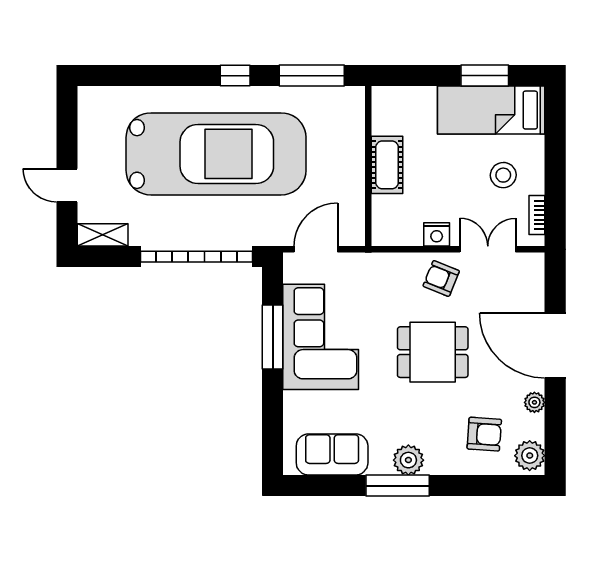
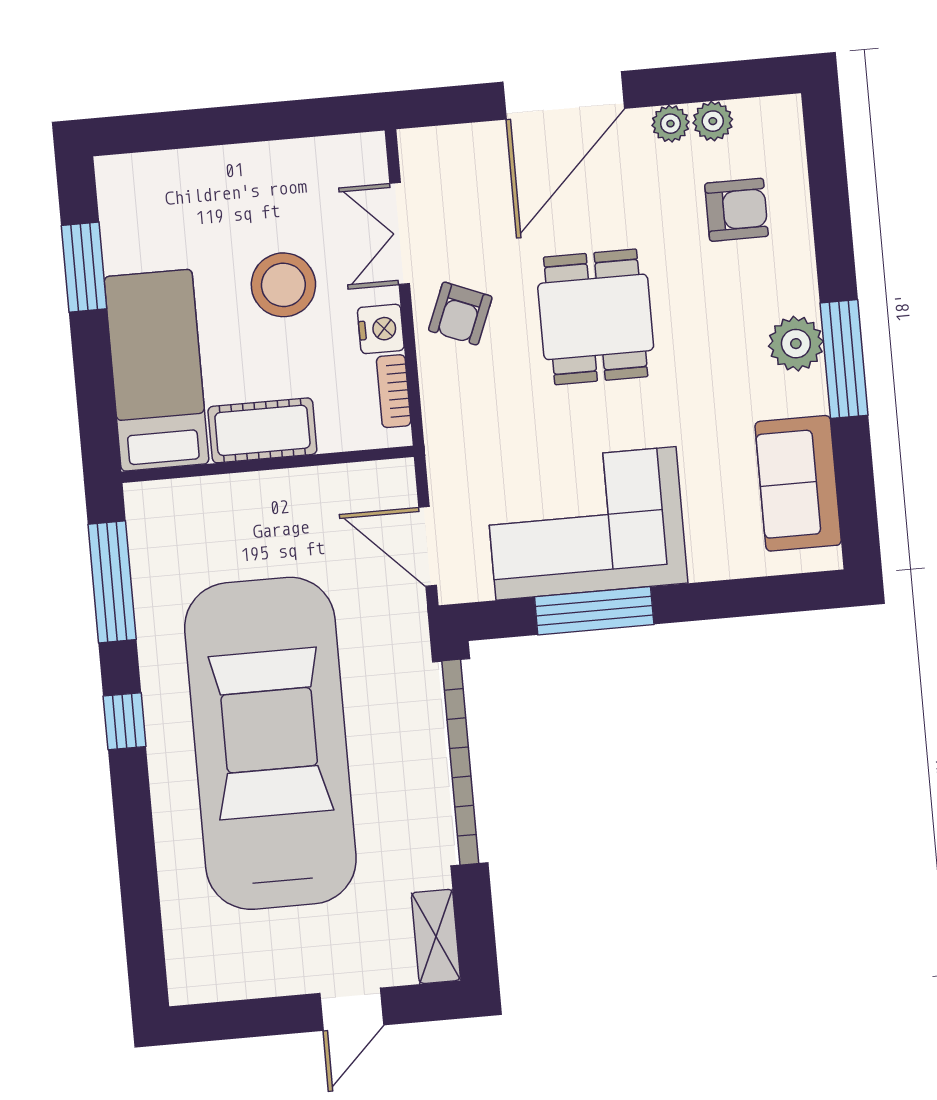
bed: (491, 110) -> (156, 370), moved, turned 180
stool: (503, 175) -> (283, 285), moved, width x1.38, depth x1.38
bookcase: (537, 215) -> (394, 391), moved, turned 90
armchair: (484, 434) -> (737, 210), turned 86
plant: (530, 456) -> (713, 121), moved, width x0.73, depth x0.73

